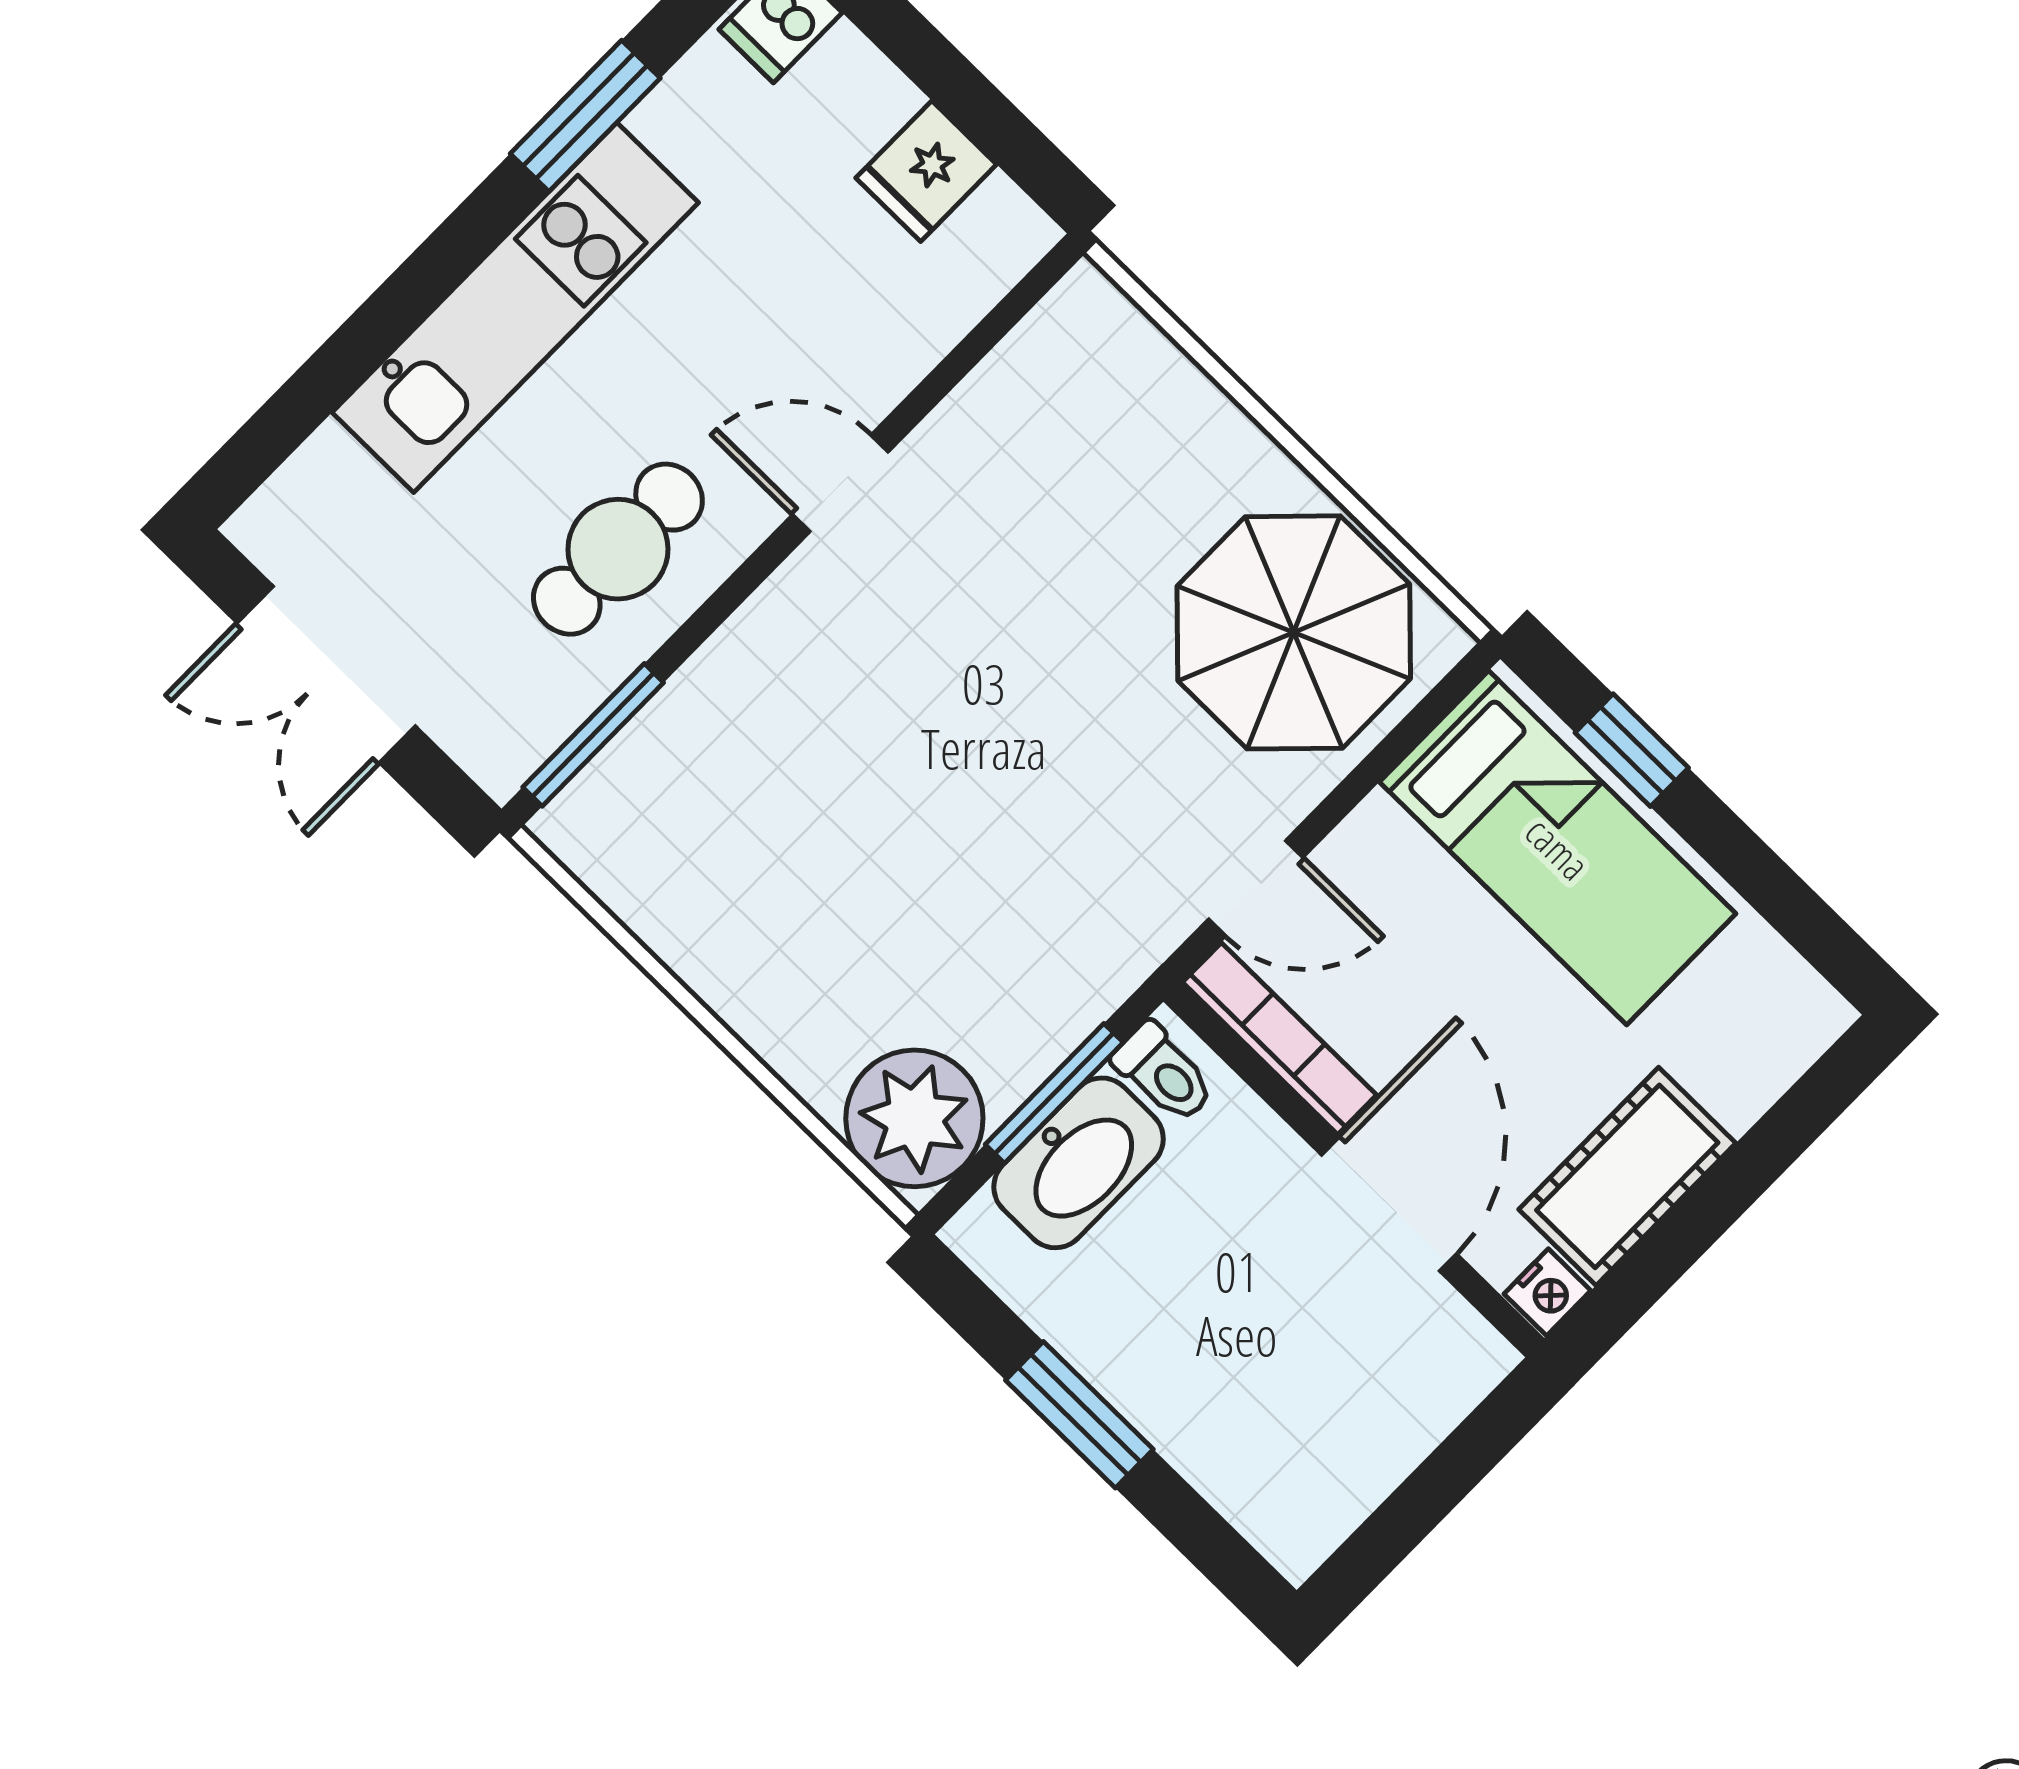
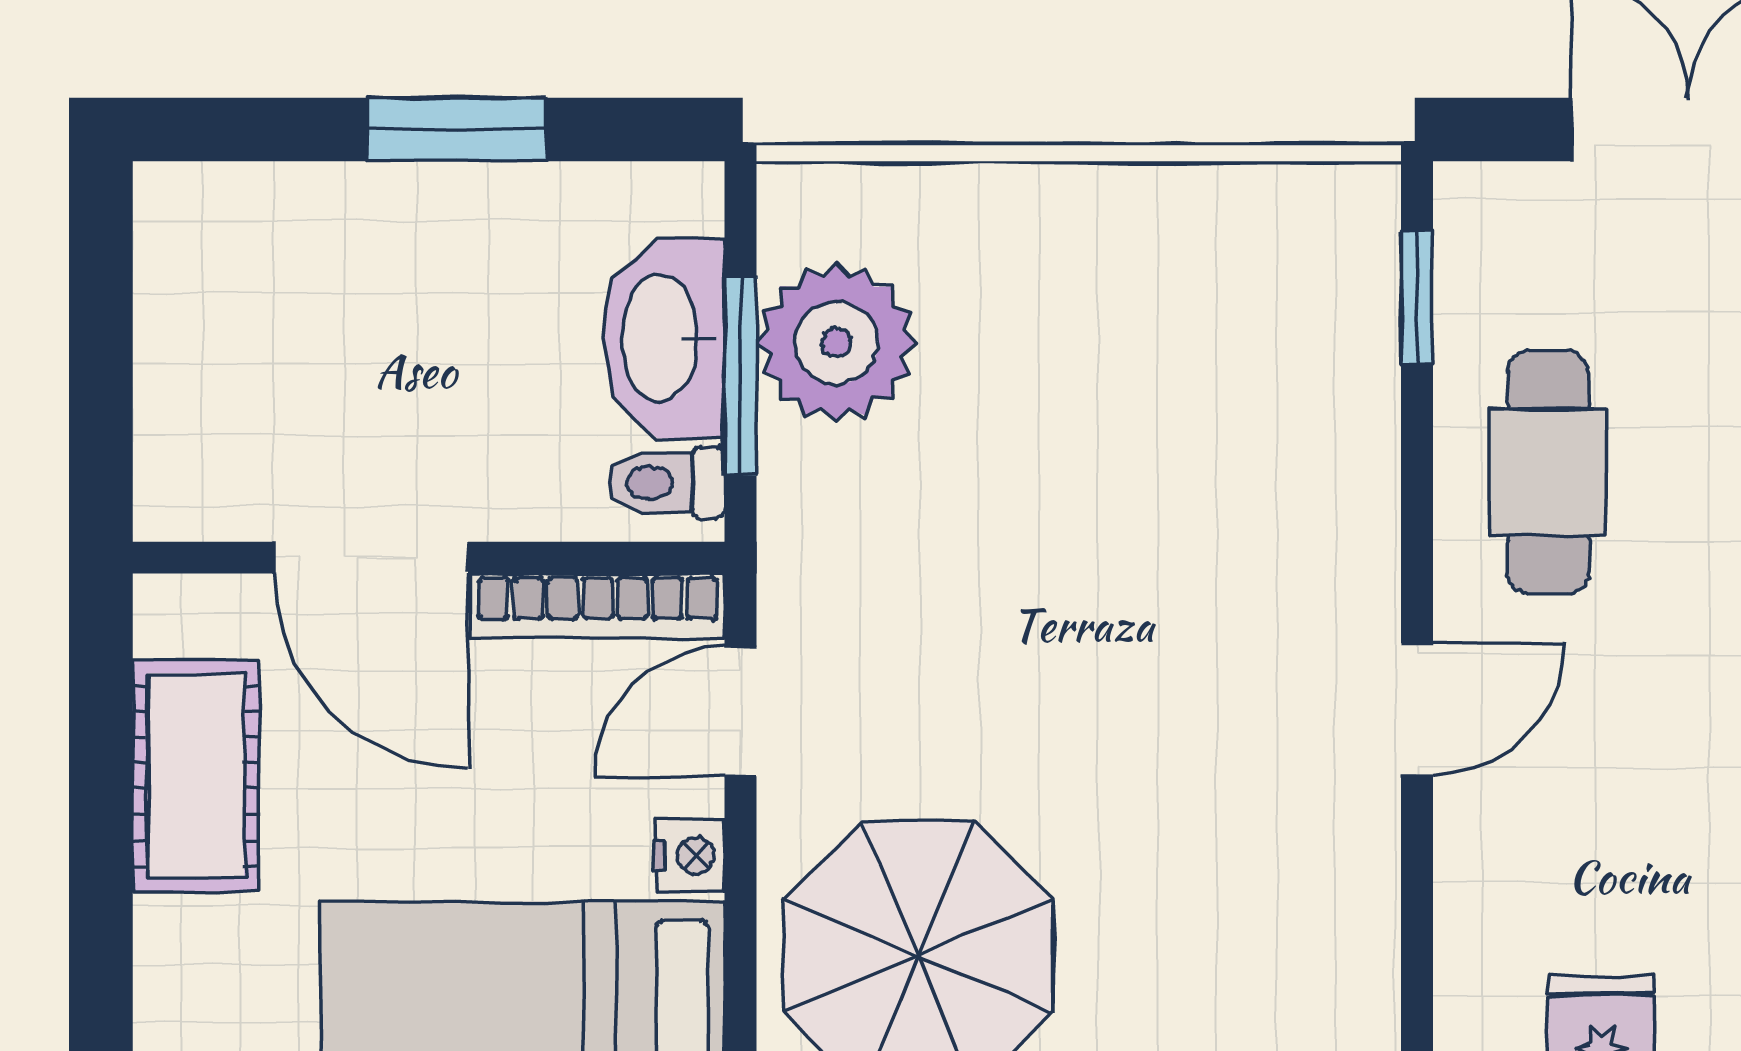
window: (593, 735) -> (1417, 298), width x0.67
plant: (914, 1118) -> (836, 343), moved
nightstand: (1547, 1292) -> (690, 856), moved, turned 180

